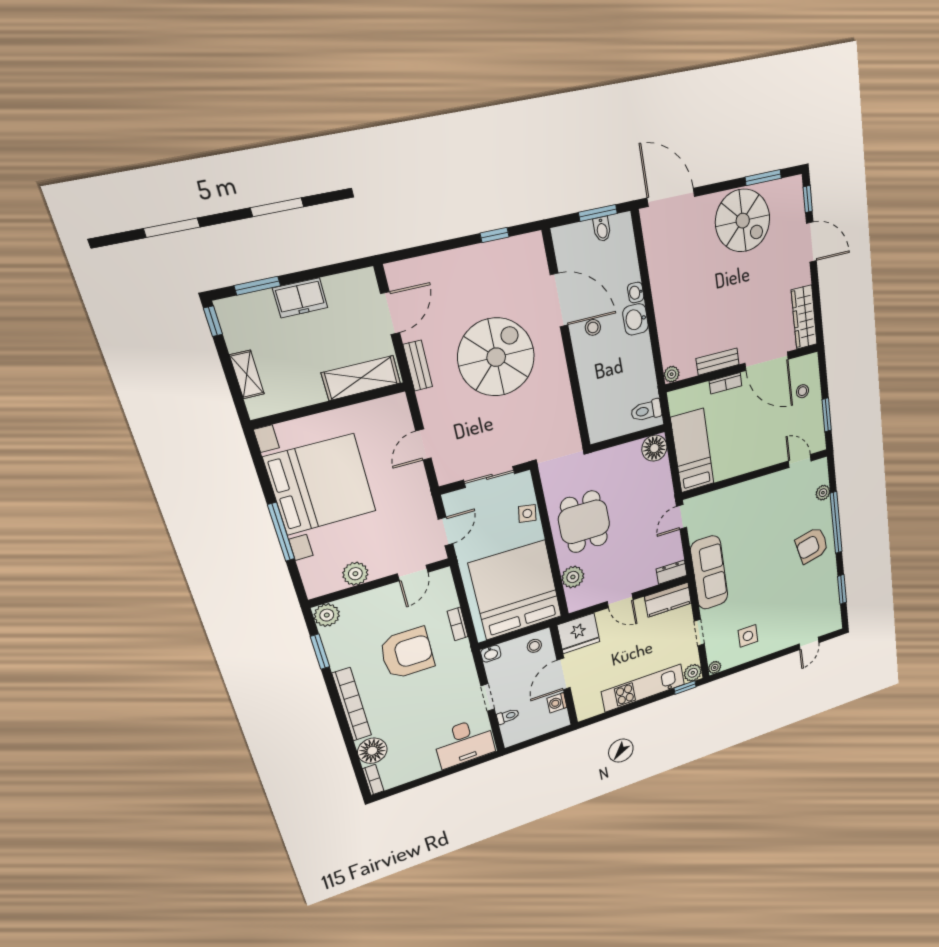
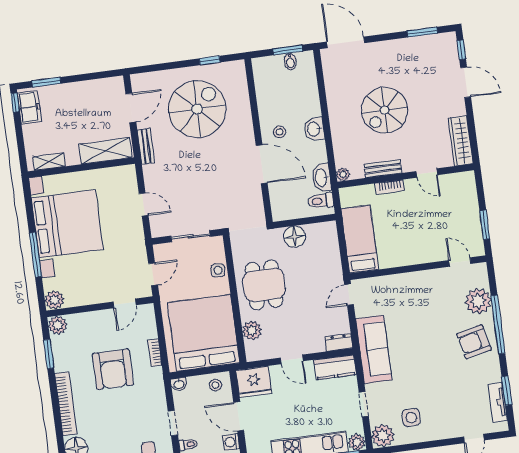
spiral stairs: (743, 221) -> (385, 110), moved, turned 90
washbasin: (636, 292) -> (322, 178), moved, width x1.91, depth x1.45
freezer: (300, 298) -> (29, 107), moved, turned -90
door: (559, 300) -> (262, 164), moved
spiral stairs: (496, 357) -> (197, 109), moved
door: (767, 361) -> (427, 173), width x0.53
shelving: (247, 374) -> (49, 162), moved, turned 90
stool: (802, 391) -> (461, 202), removed
door: (423, 445) -> (144, 205), swing flipped
floor lamp: (654, 448) -> (295, 237), moved
plant: (823, 493) -> (478, 301), width x1.88, depth x1.88
plant: (355, 574) -> (54, 300), moved
tv unit: (833, 603) -> (498, 402), added
armchair: (407, 653) -> (113, 369), turned 90
plant: (715, 667) -> (383, 436), width x1.88, depth x1.88
door: (564, 674) -> (239, 416), hinge flipped

